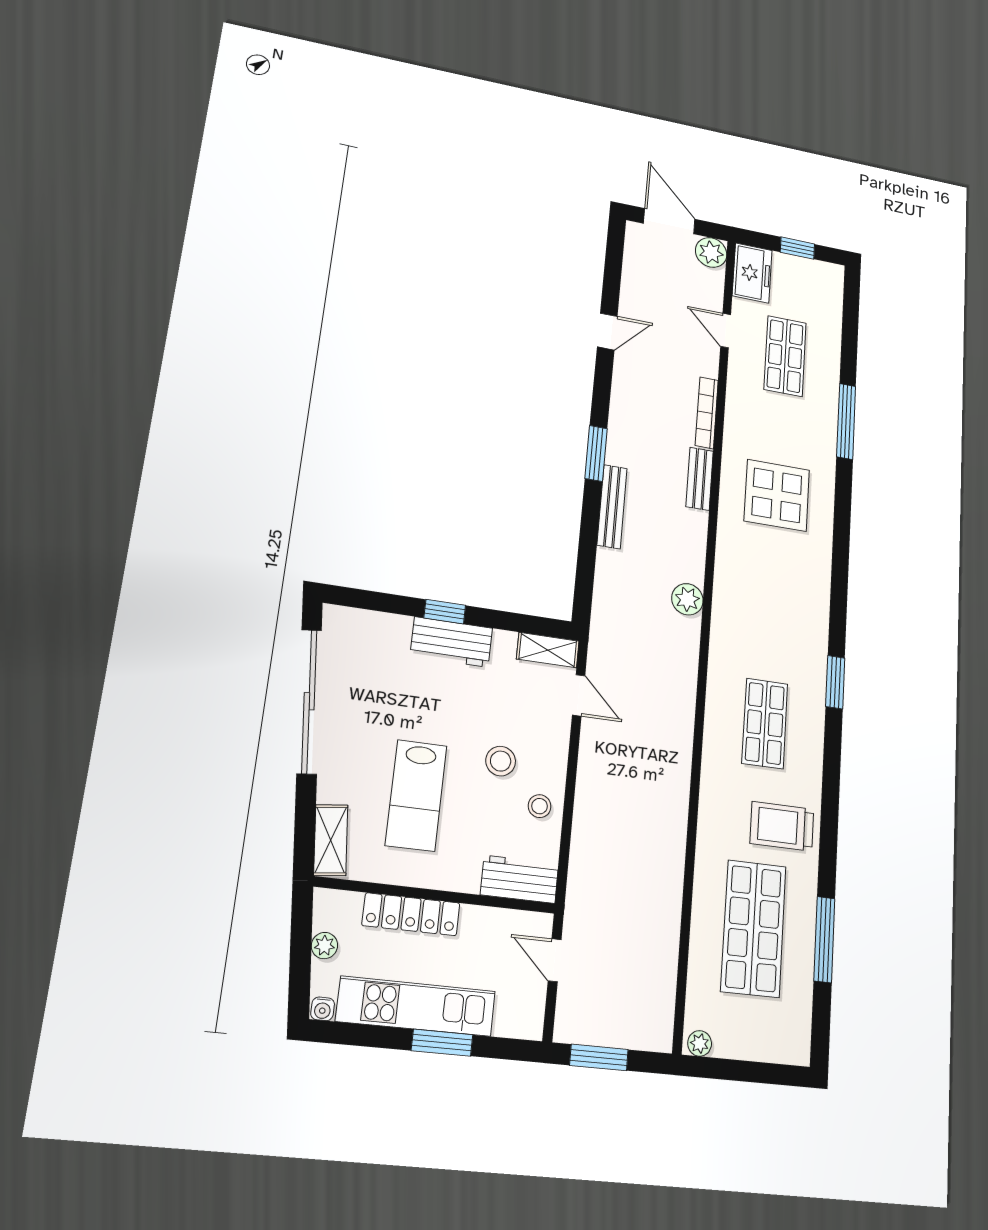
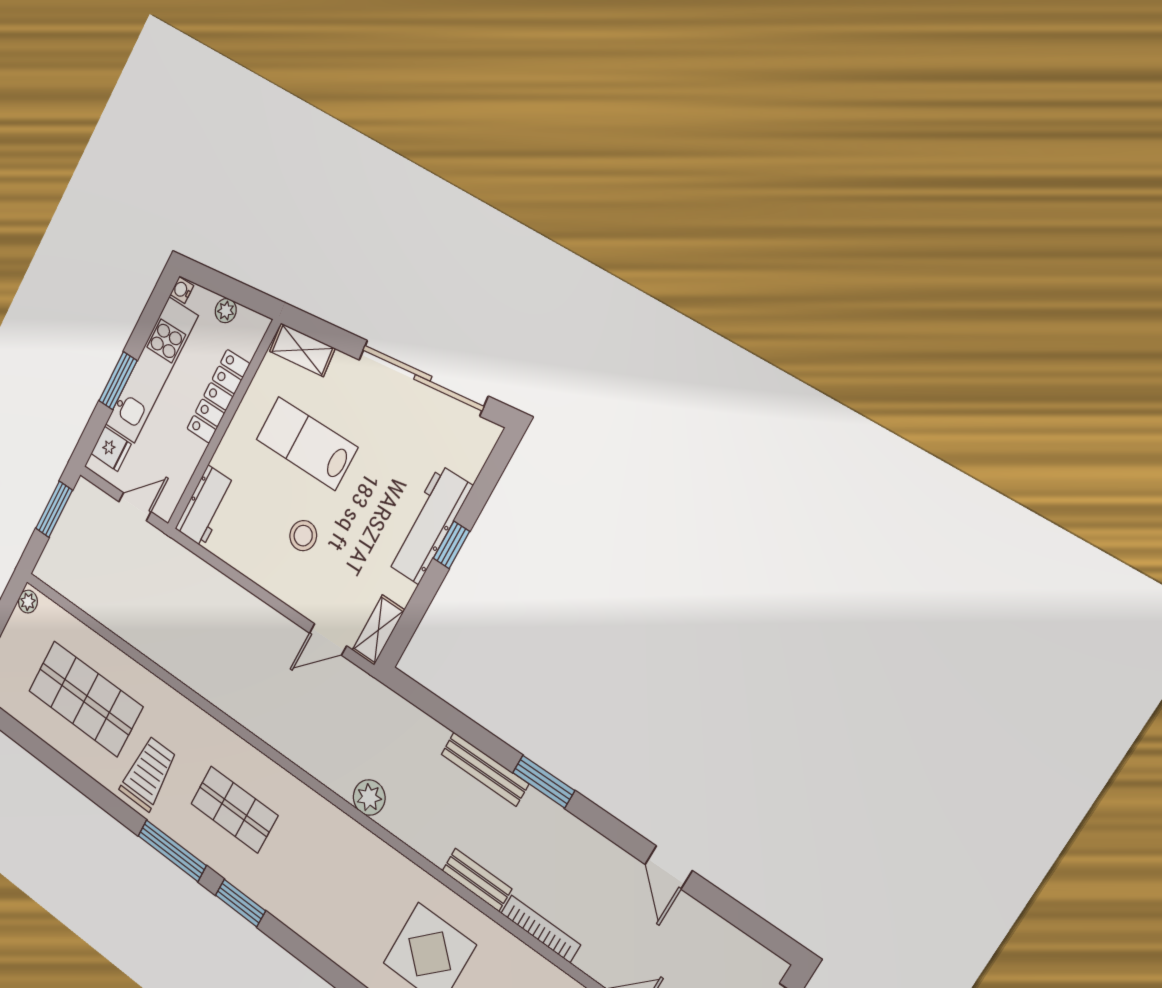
workbench: (451, 642) -> (429, 525), width x1.38
stool: (540, 806) -> (253, 554), removed
window: (824, 939) -> (172, 851), moved
fridge: (512, 1017) -> (111, 449), added

